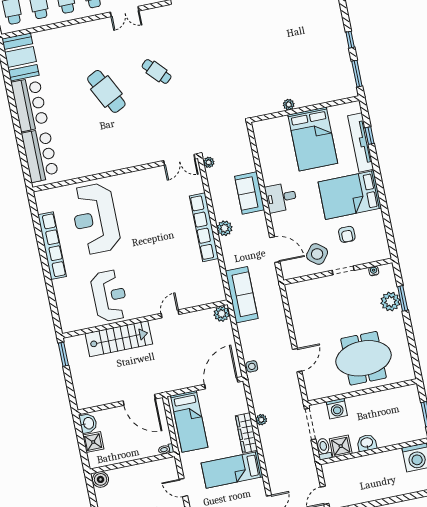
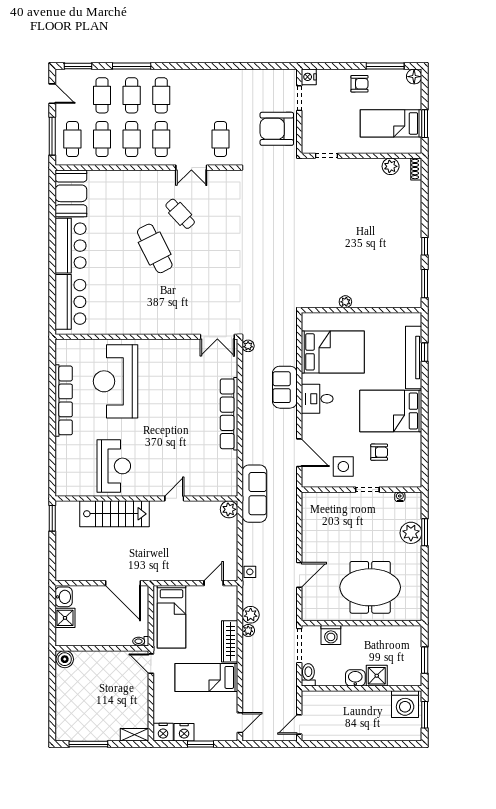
cafe table: (157, 71) -> (180, 214), moved
bed: (313, 139) -> (333, 352), moved, turned -90
plant: (224, 228) -> (251, 615), moved
armchair: (347, 234) -> (379, 452), turned -90
side table: (317, 254) -> (343, 467), turned -38
door: (221, 383) -> (214, 583), width x0.53
shower: (341, 446) -> (377, 676), moved
door: (183, 488) -> (151, 664), moved

